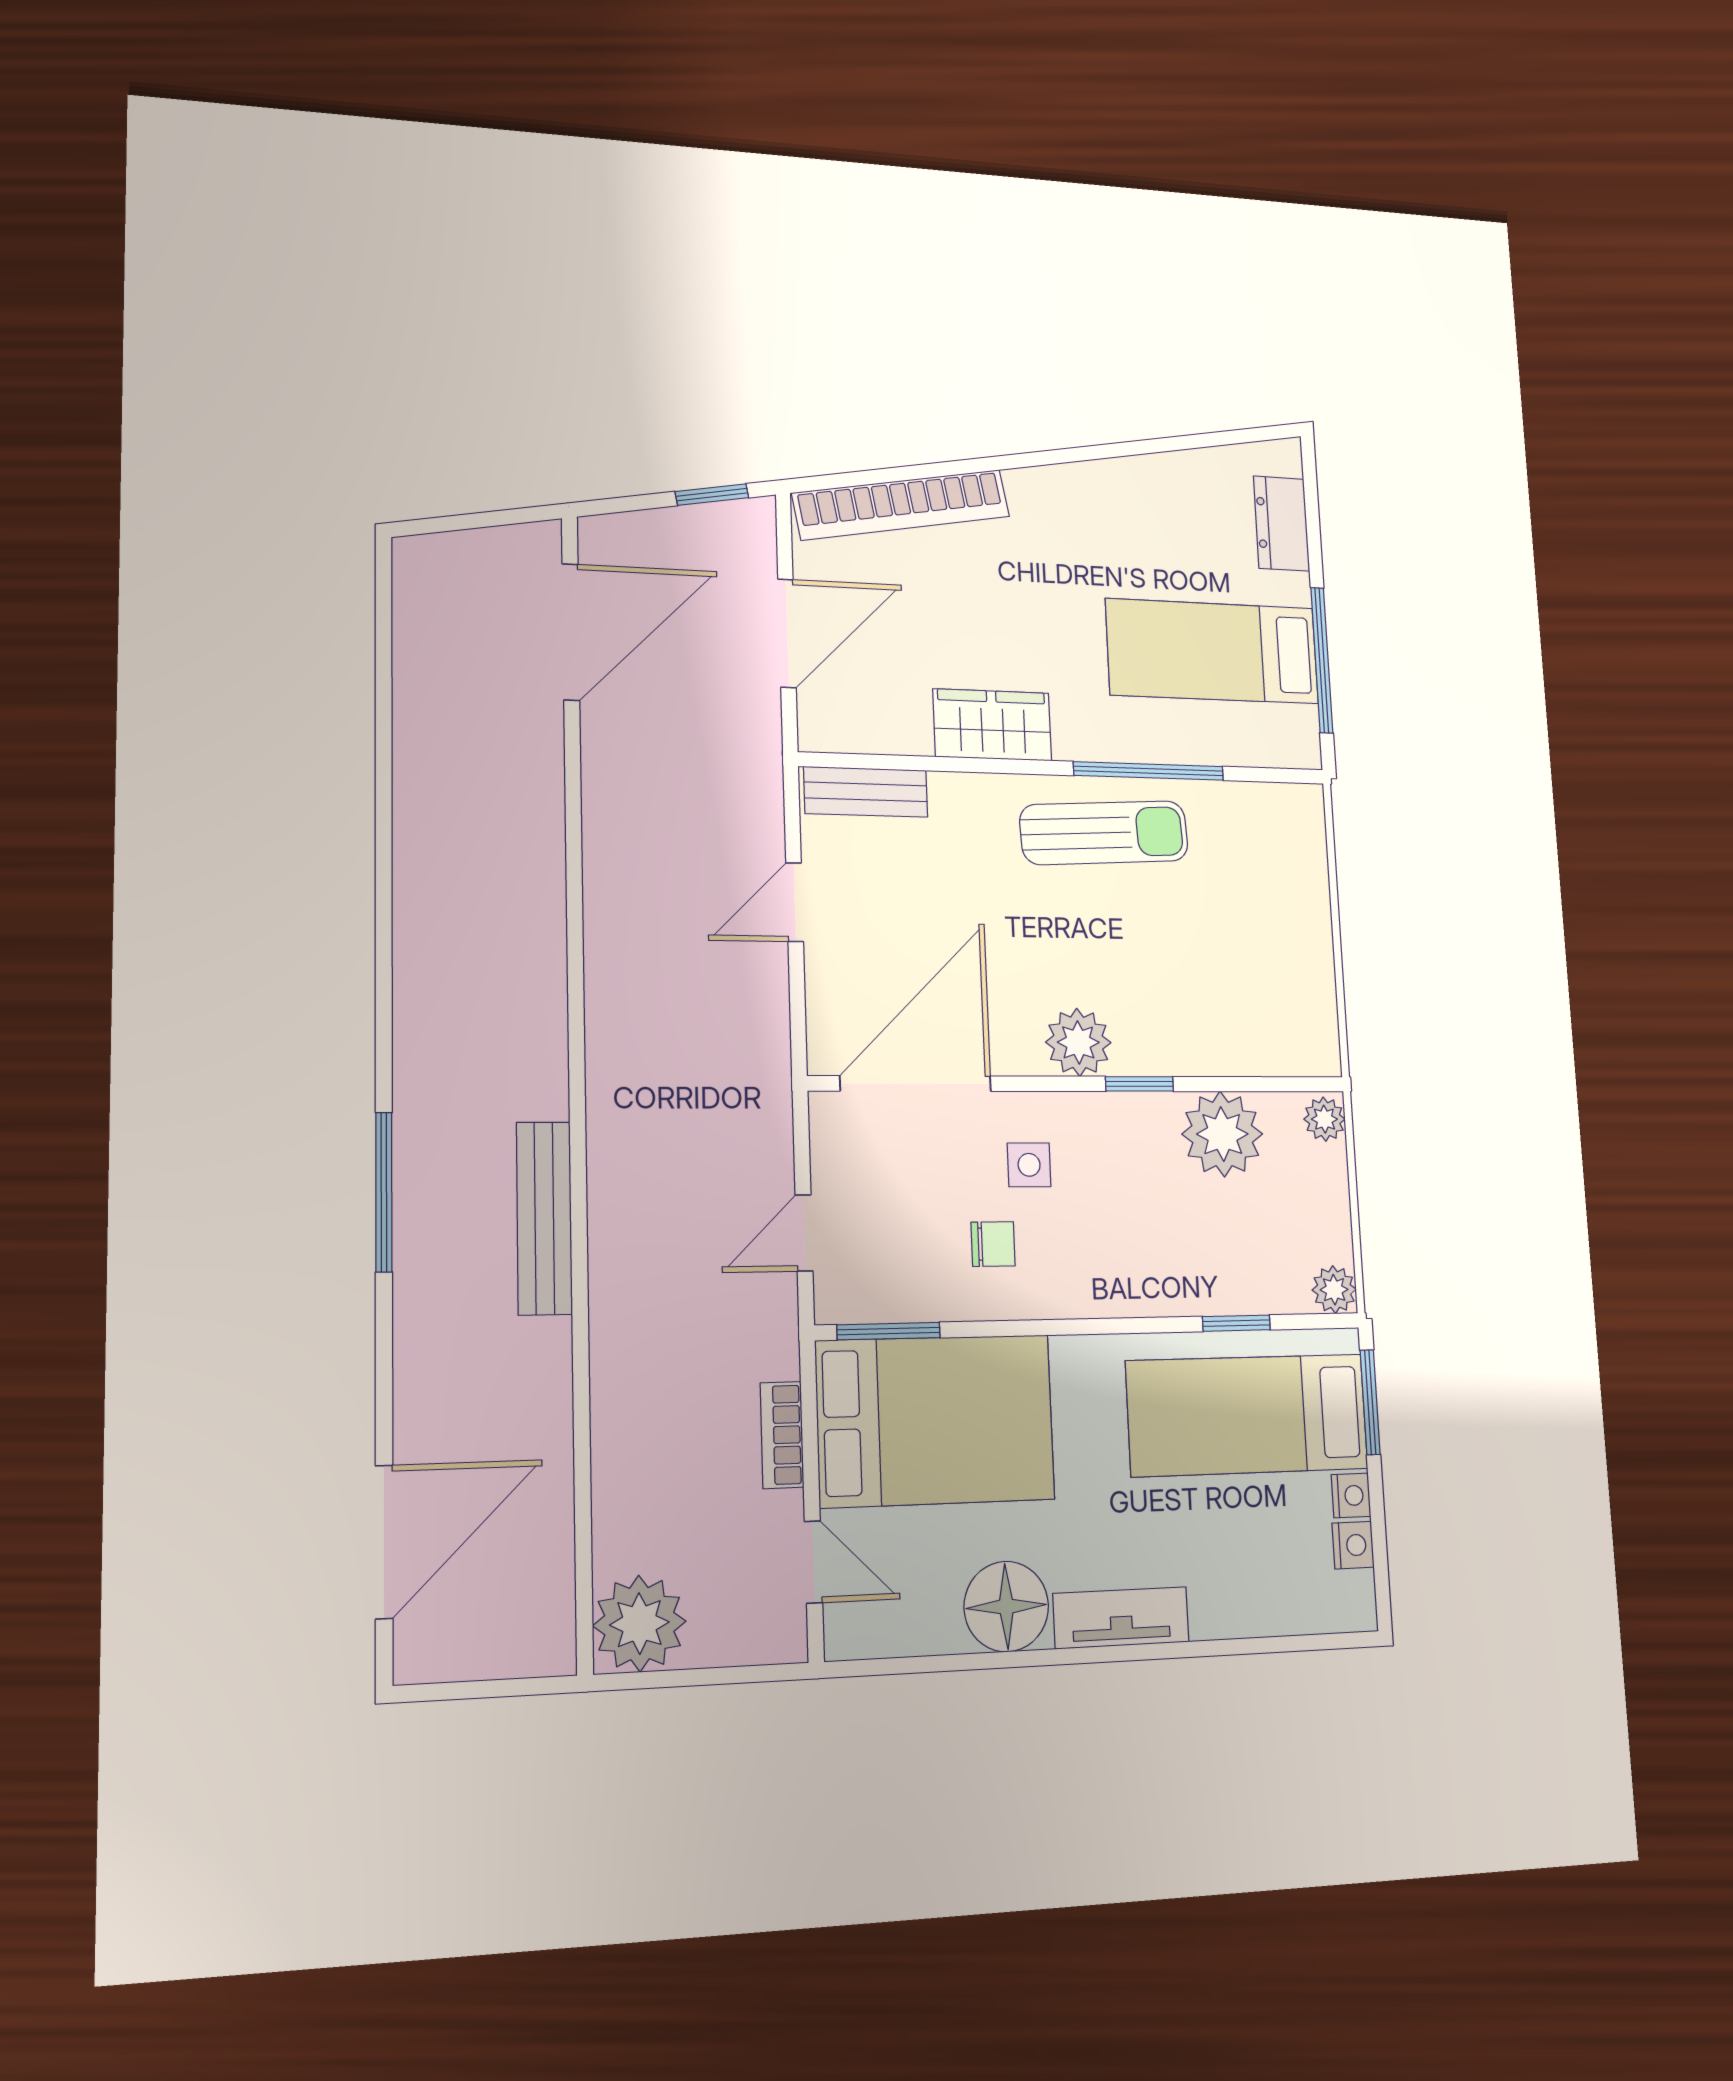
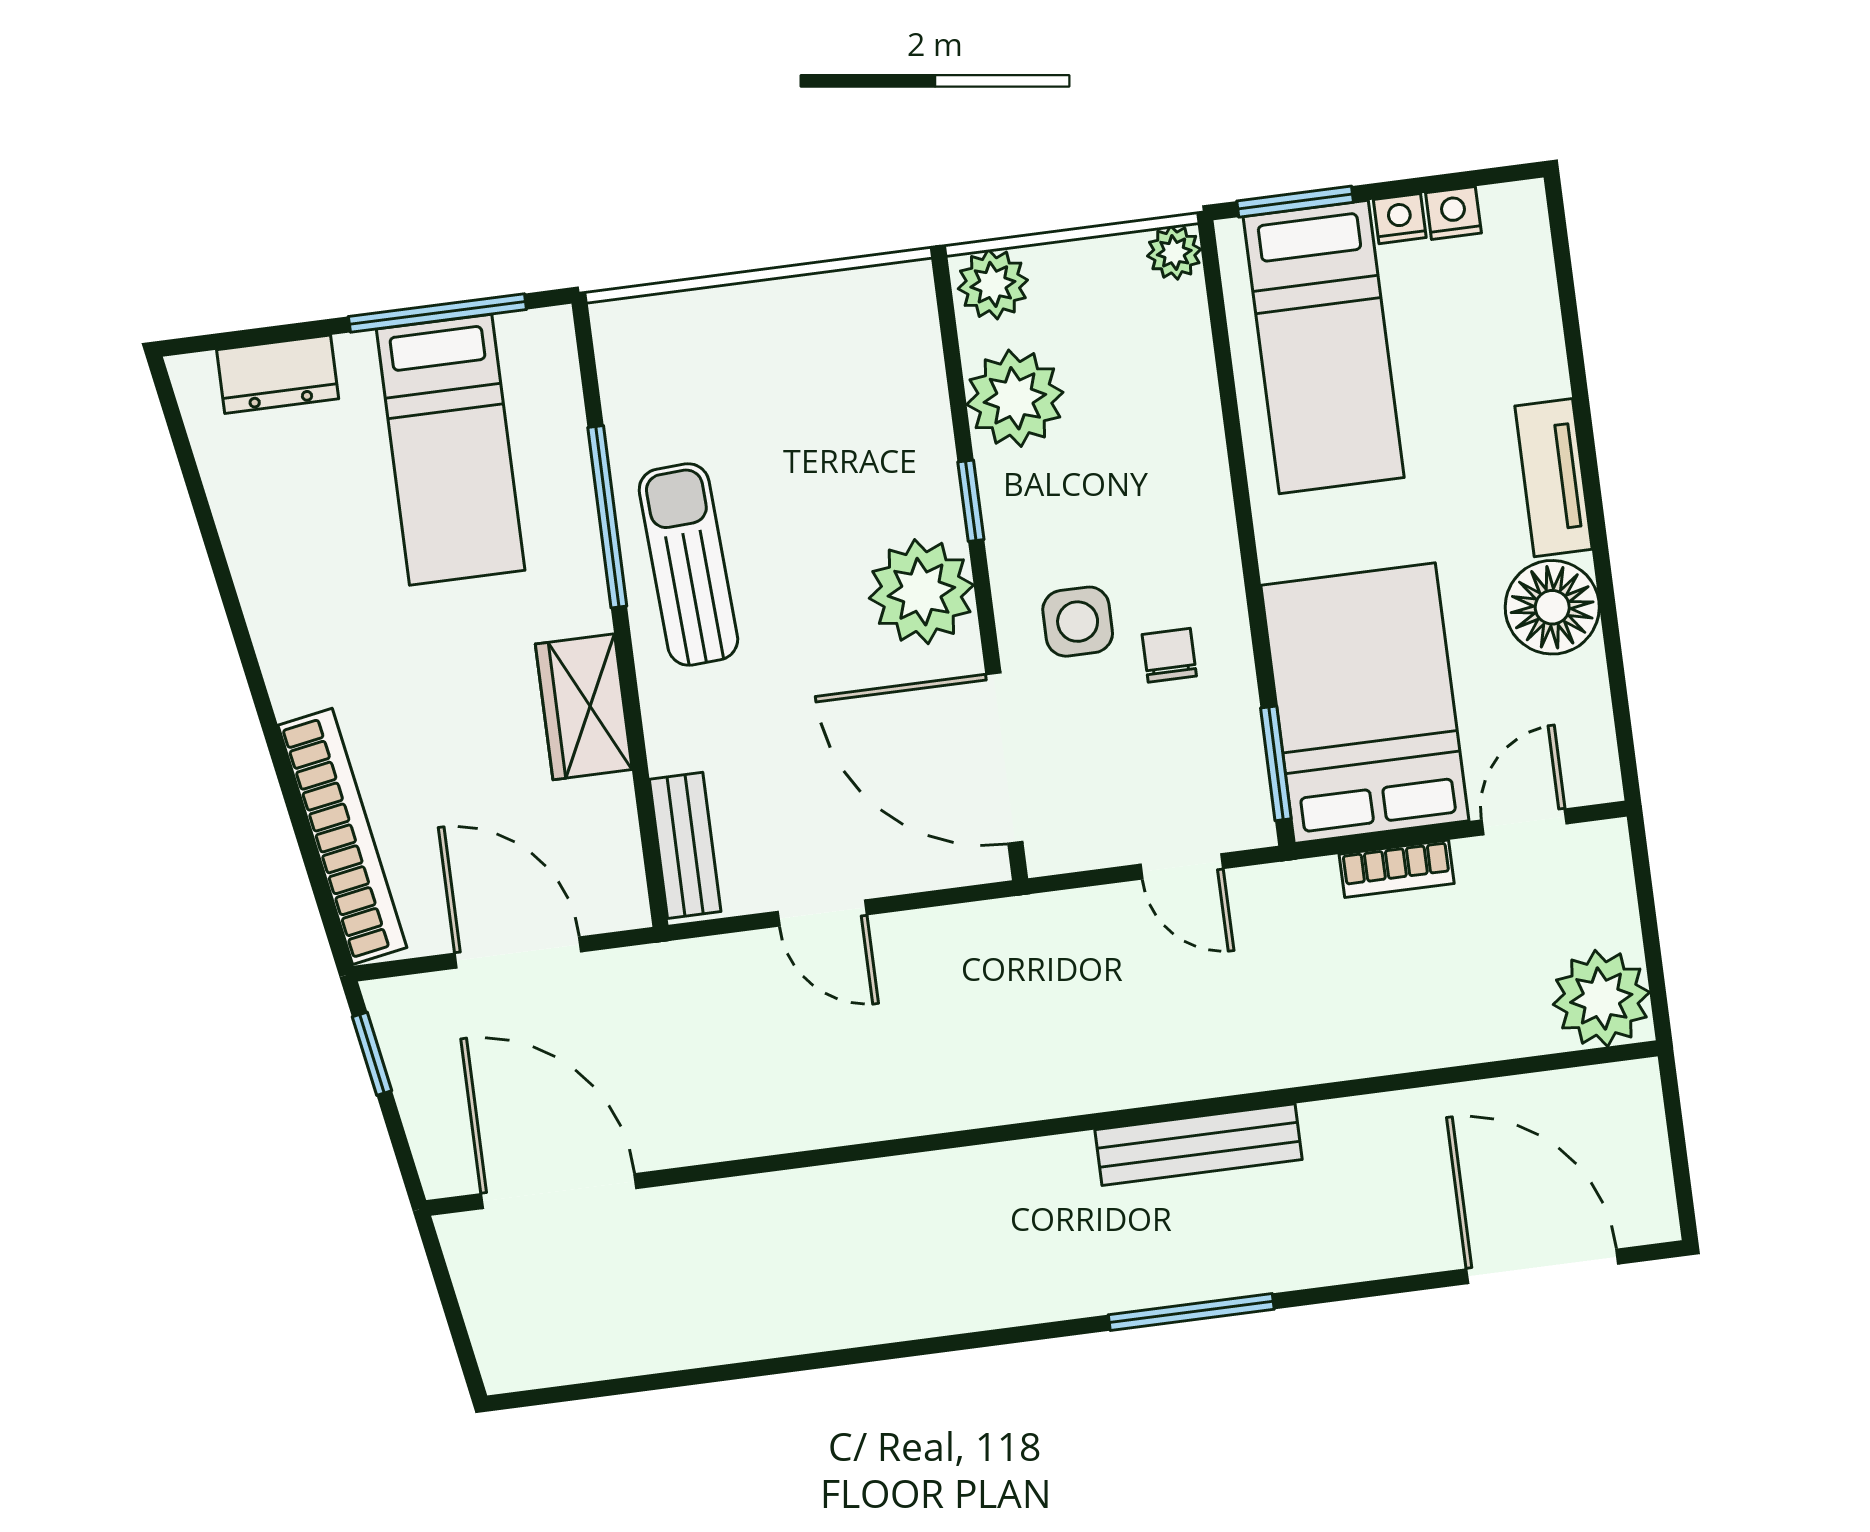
plant: (1078, 1042) -> (921, 592), width x1.36, depth x1.36
plant: (1324, 1119) -> (993, 284), width x1.38, depth x1.38
side table: (1029, 1165) -> (1078, 622), width x1.37, depth x1.37
window: (1236, 1323) -> (1224, 367), removed

